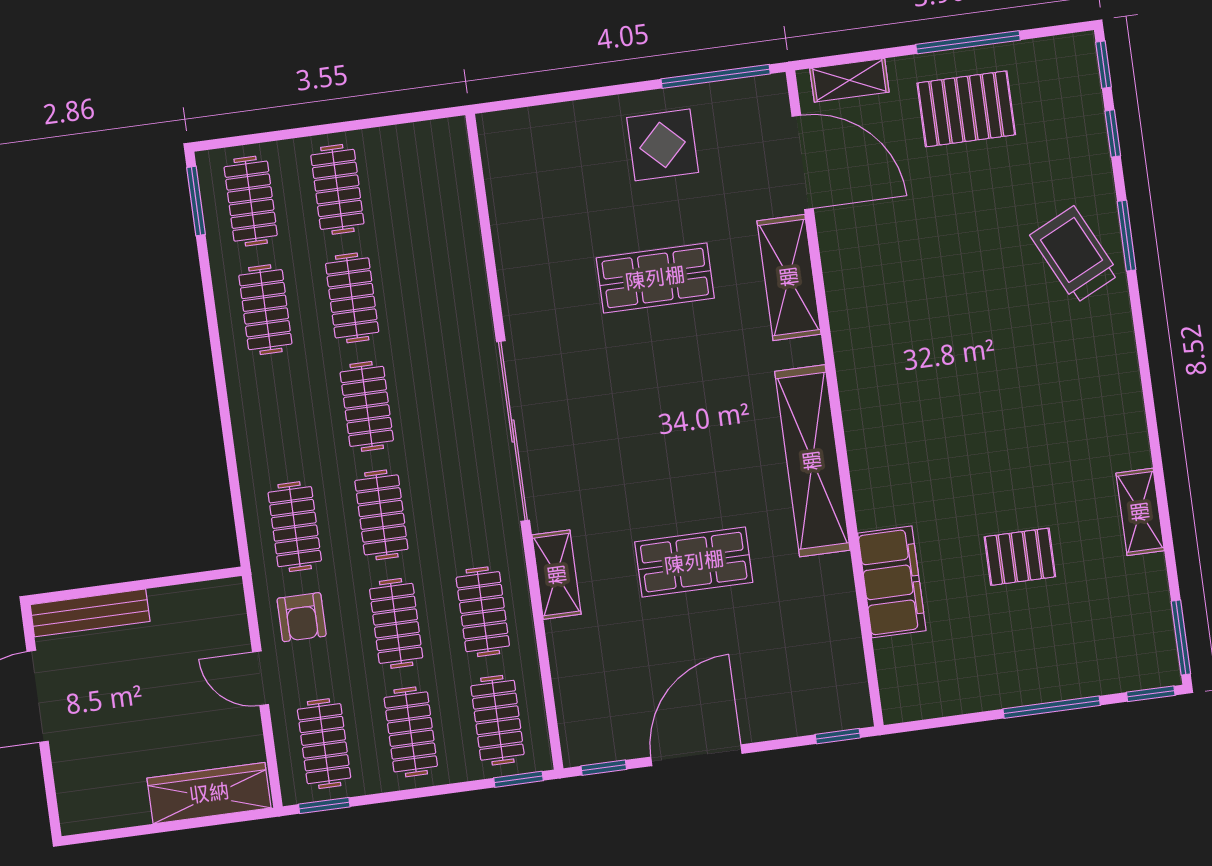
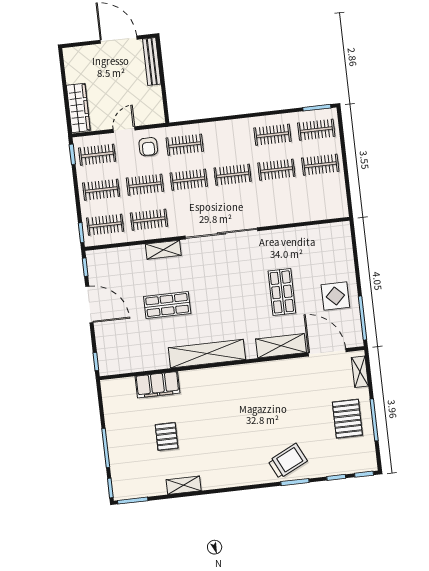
door: (803, 162) -> (327, 352), swing flipped
shop shelf: (694, 562) -> (167, 305), turned 90
armchair: (302, 617) -> (148, 147), turned -90

